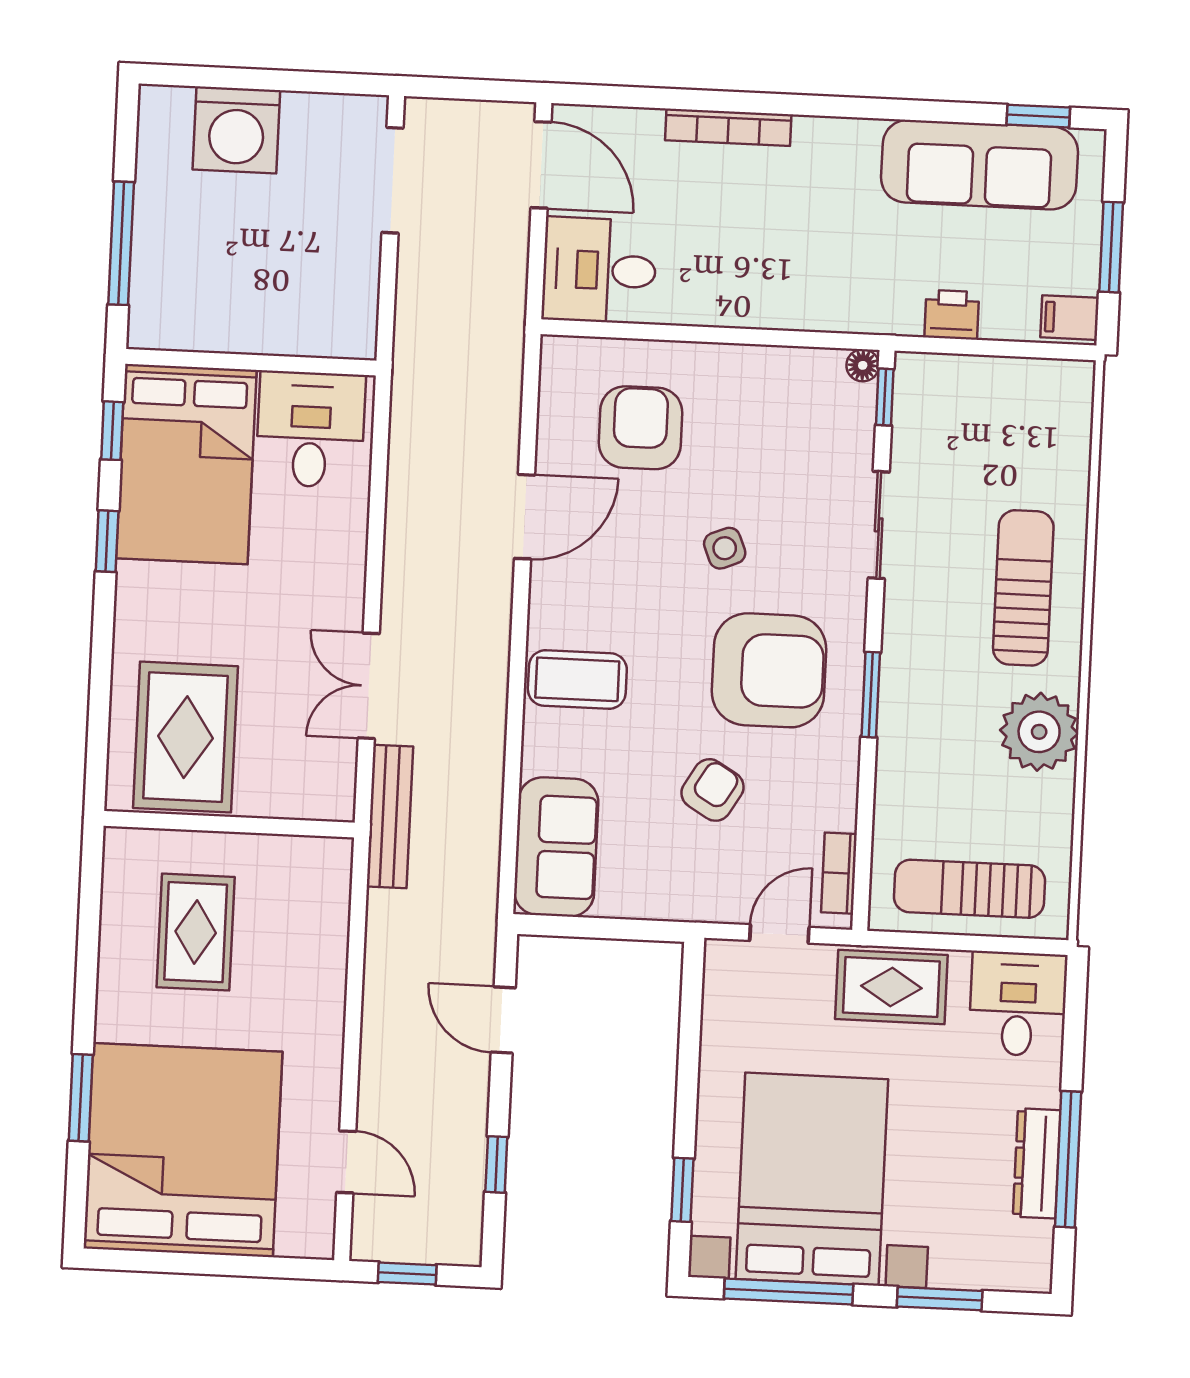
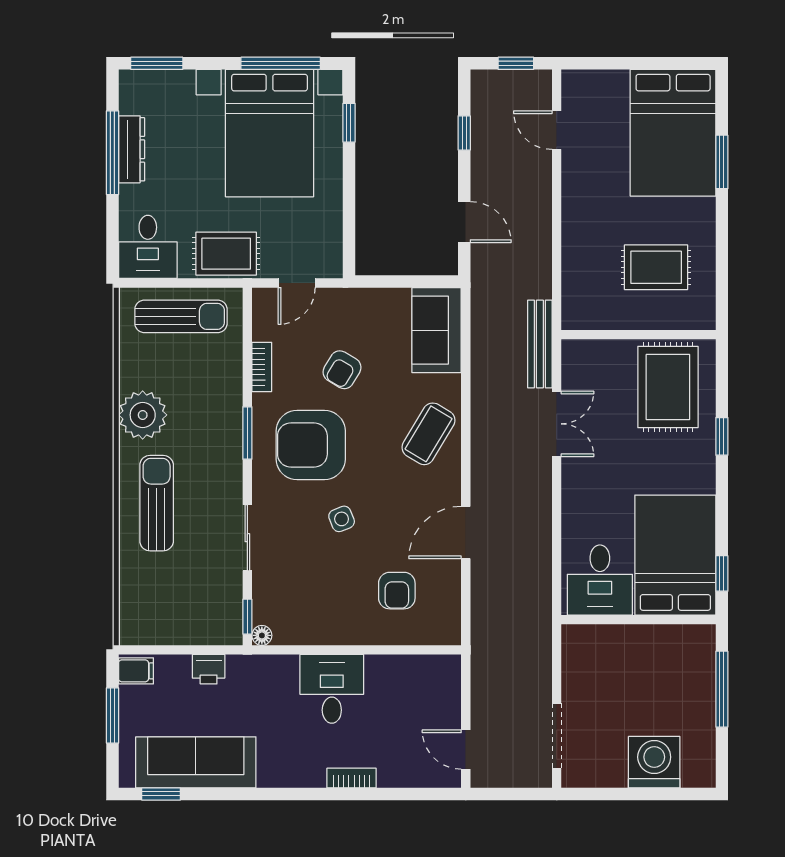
bookcase: (728, 127) -> (352, 778), width x0.64
door: (541, 165) -> (466, 750), width x0.73
desk: (599, 270) -> (332, 689), moved, turned -90
armchair: (641, 428) -> (397, 591), width x0.72, depth x0.72
window: (107, 541) -> (722, 436), moved
sun lounger: (1023, 588) -> (157, 503), turned 180
coffee table: (577, 679) -> (428, 434), turned -59
bookcase: (839, 873) -> (262, 367), moved
rug: (196, 932) -> (656, 267), turned 90
bed: (183, 1150) -> (673, 133), width x0.73
window: (940, 1299) -> (157, 63), moved

